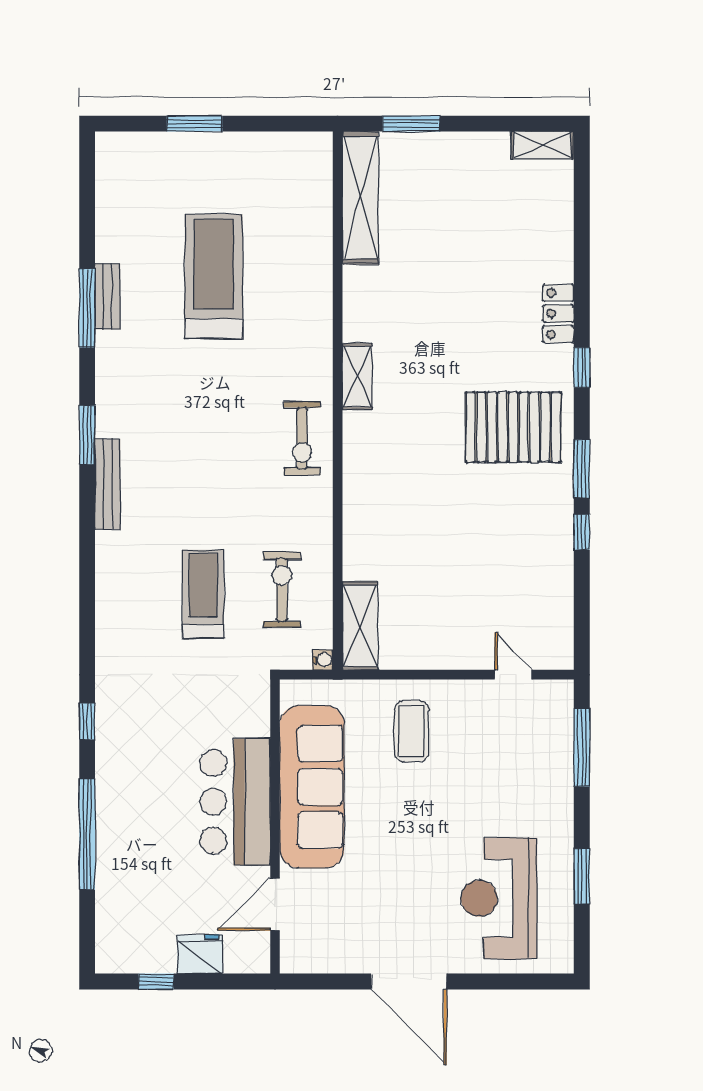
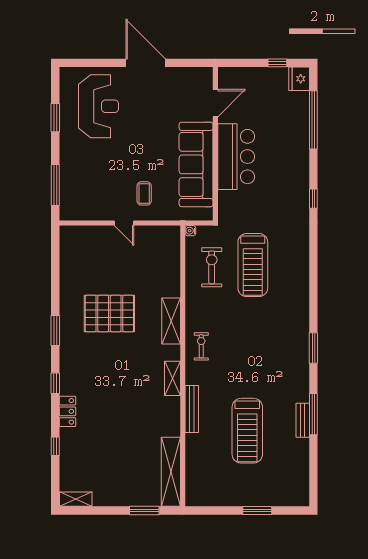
pallet: (513, 427) -> (109, 314), moved
exercise bike: (302, 438) -> (201, 346), width x0.73, depth x0.72
bench: (108, 484) -> (192, 409), moved
window: (582, 532) -> (55, 446), moved
exercise bike: (282, 590) -> (212, 267), turned 180
treadmill: (203, 594) -> (253, 265), width x1.37, depth x1.38
shelving: (360, 626) -> (171, 321), moved
door: (513, 675) -> (124, 223), moved
coffee table: (411, 731) -> (144, 193), width x0.73, depth x0.77
window: (87, 834) -> (313, 120), moved
fridge: (200, 954) -> (299, 79), moved, turned 90

